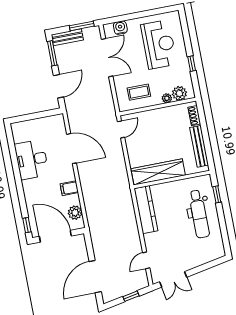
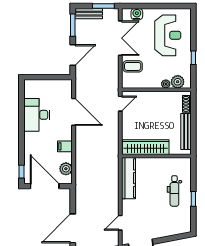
coffee table: (139, 92) -> (133, 66), moved
window: (217, 194) -> (193, 199), moved
dental chair: (199, 214) -> (174, 191), width x0.73, depth x0.72

